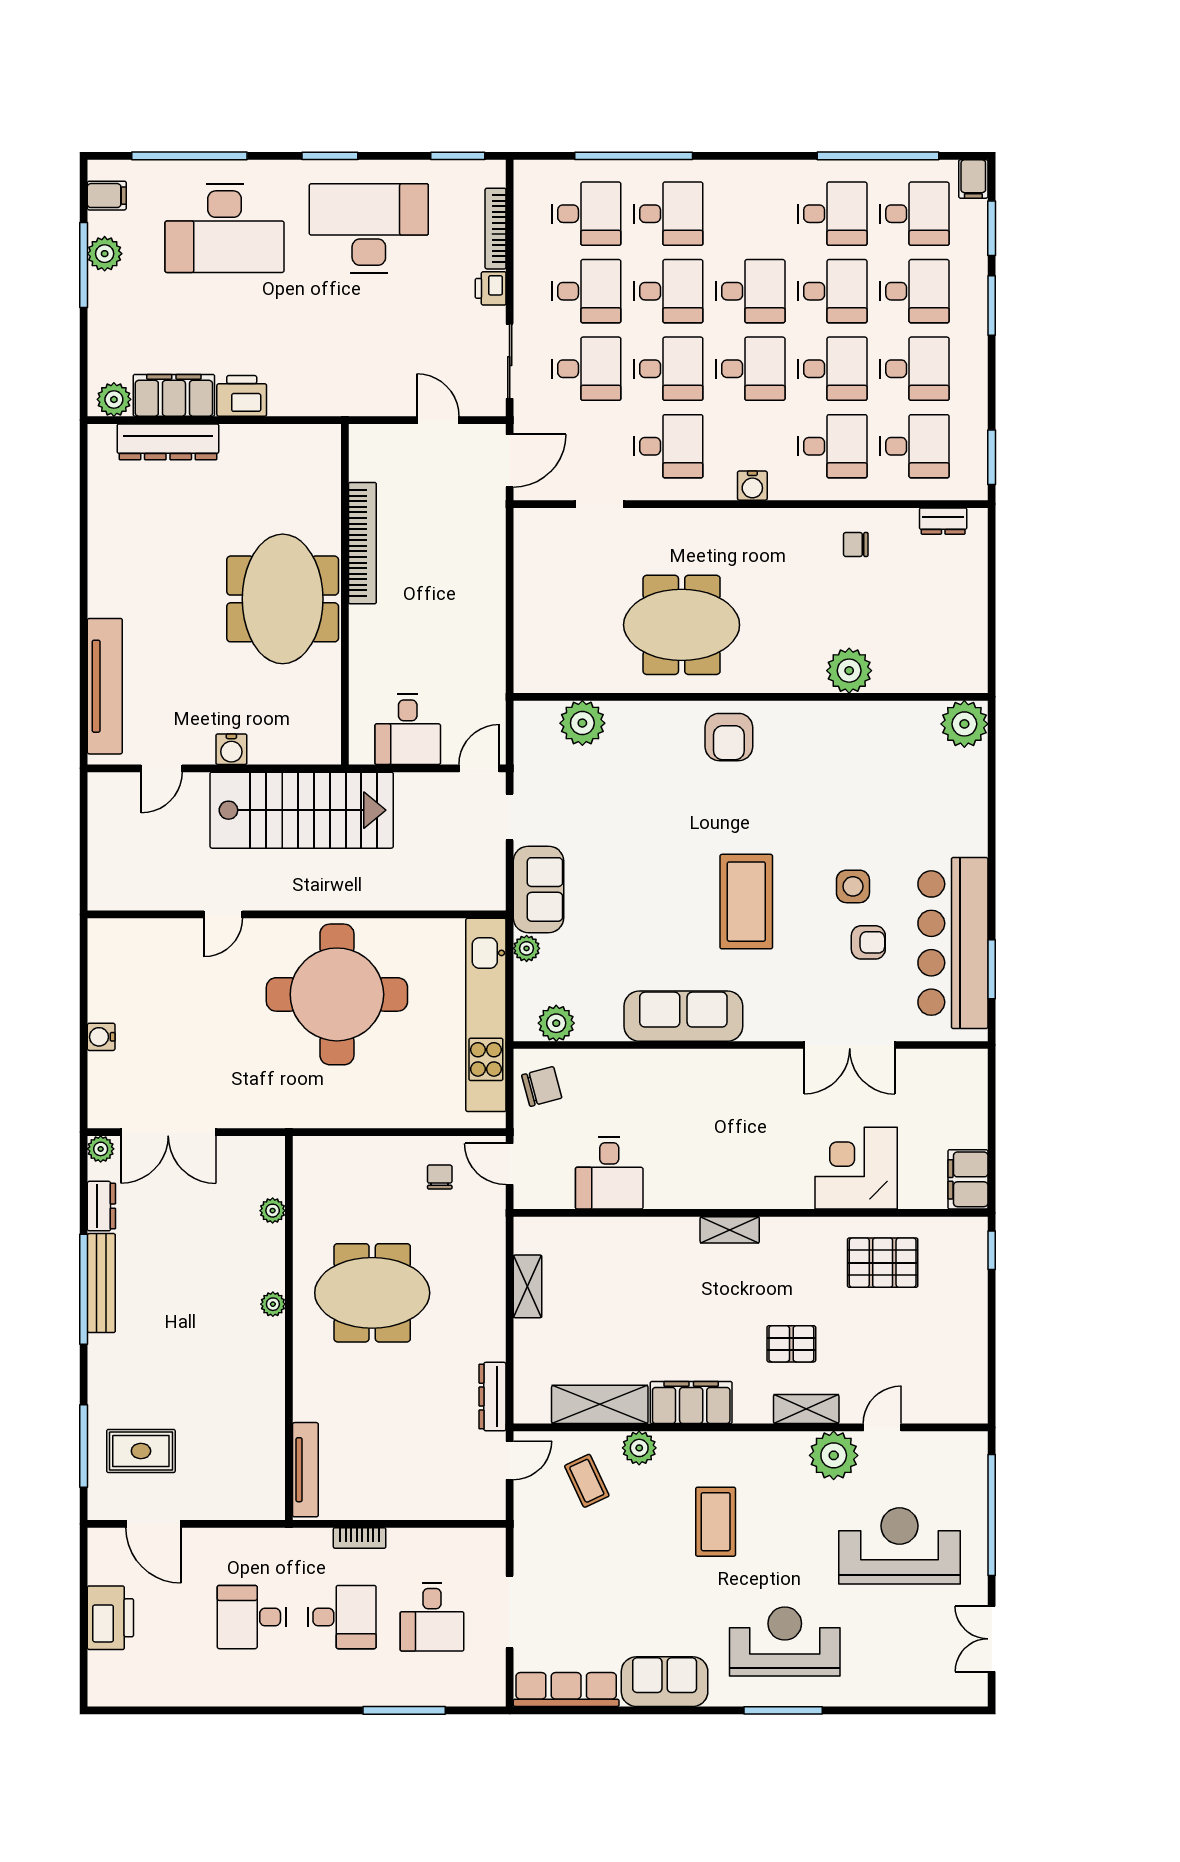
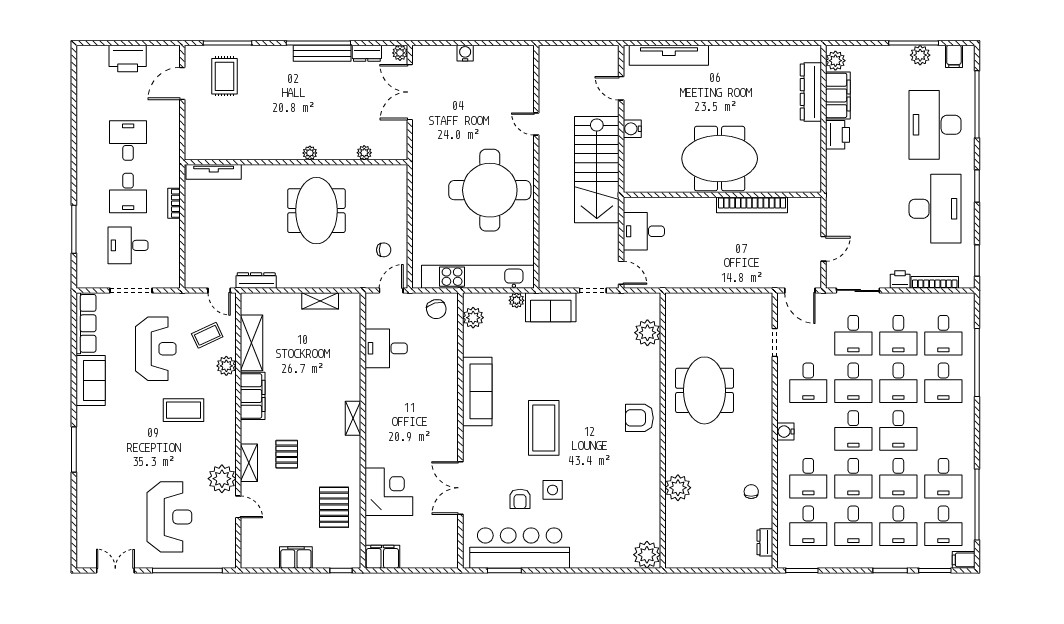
coffee table: (746, 902) -> (544, 428), turned 90
filing cabinet: (969, 1328) -> (296, 557), added
reception desk: (785, 1642) -> (156, 349), moved

